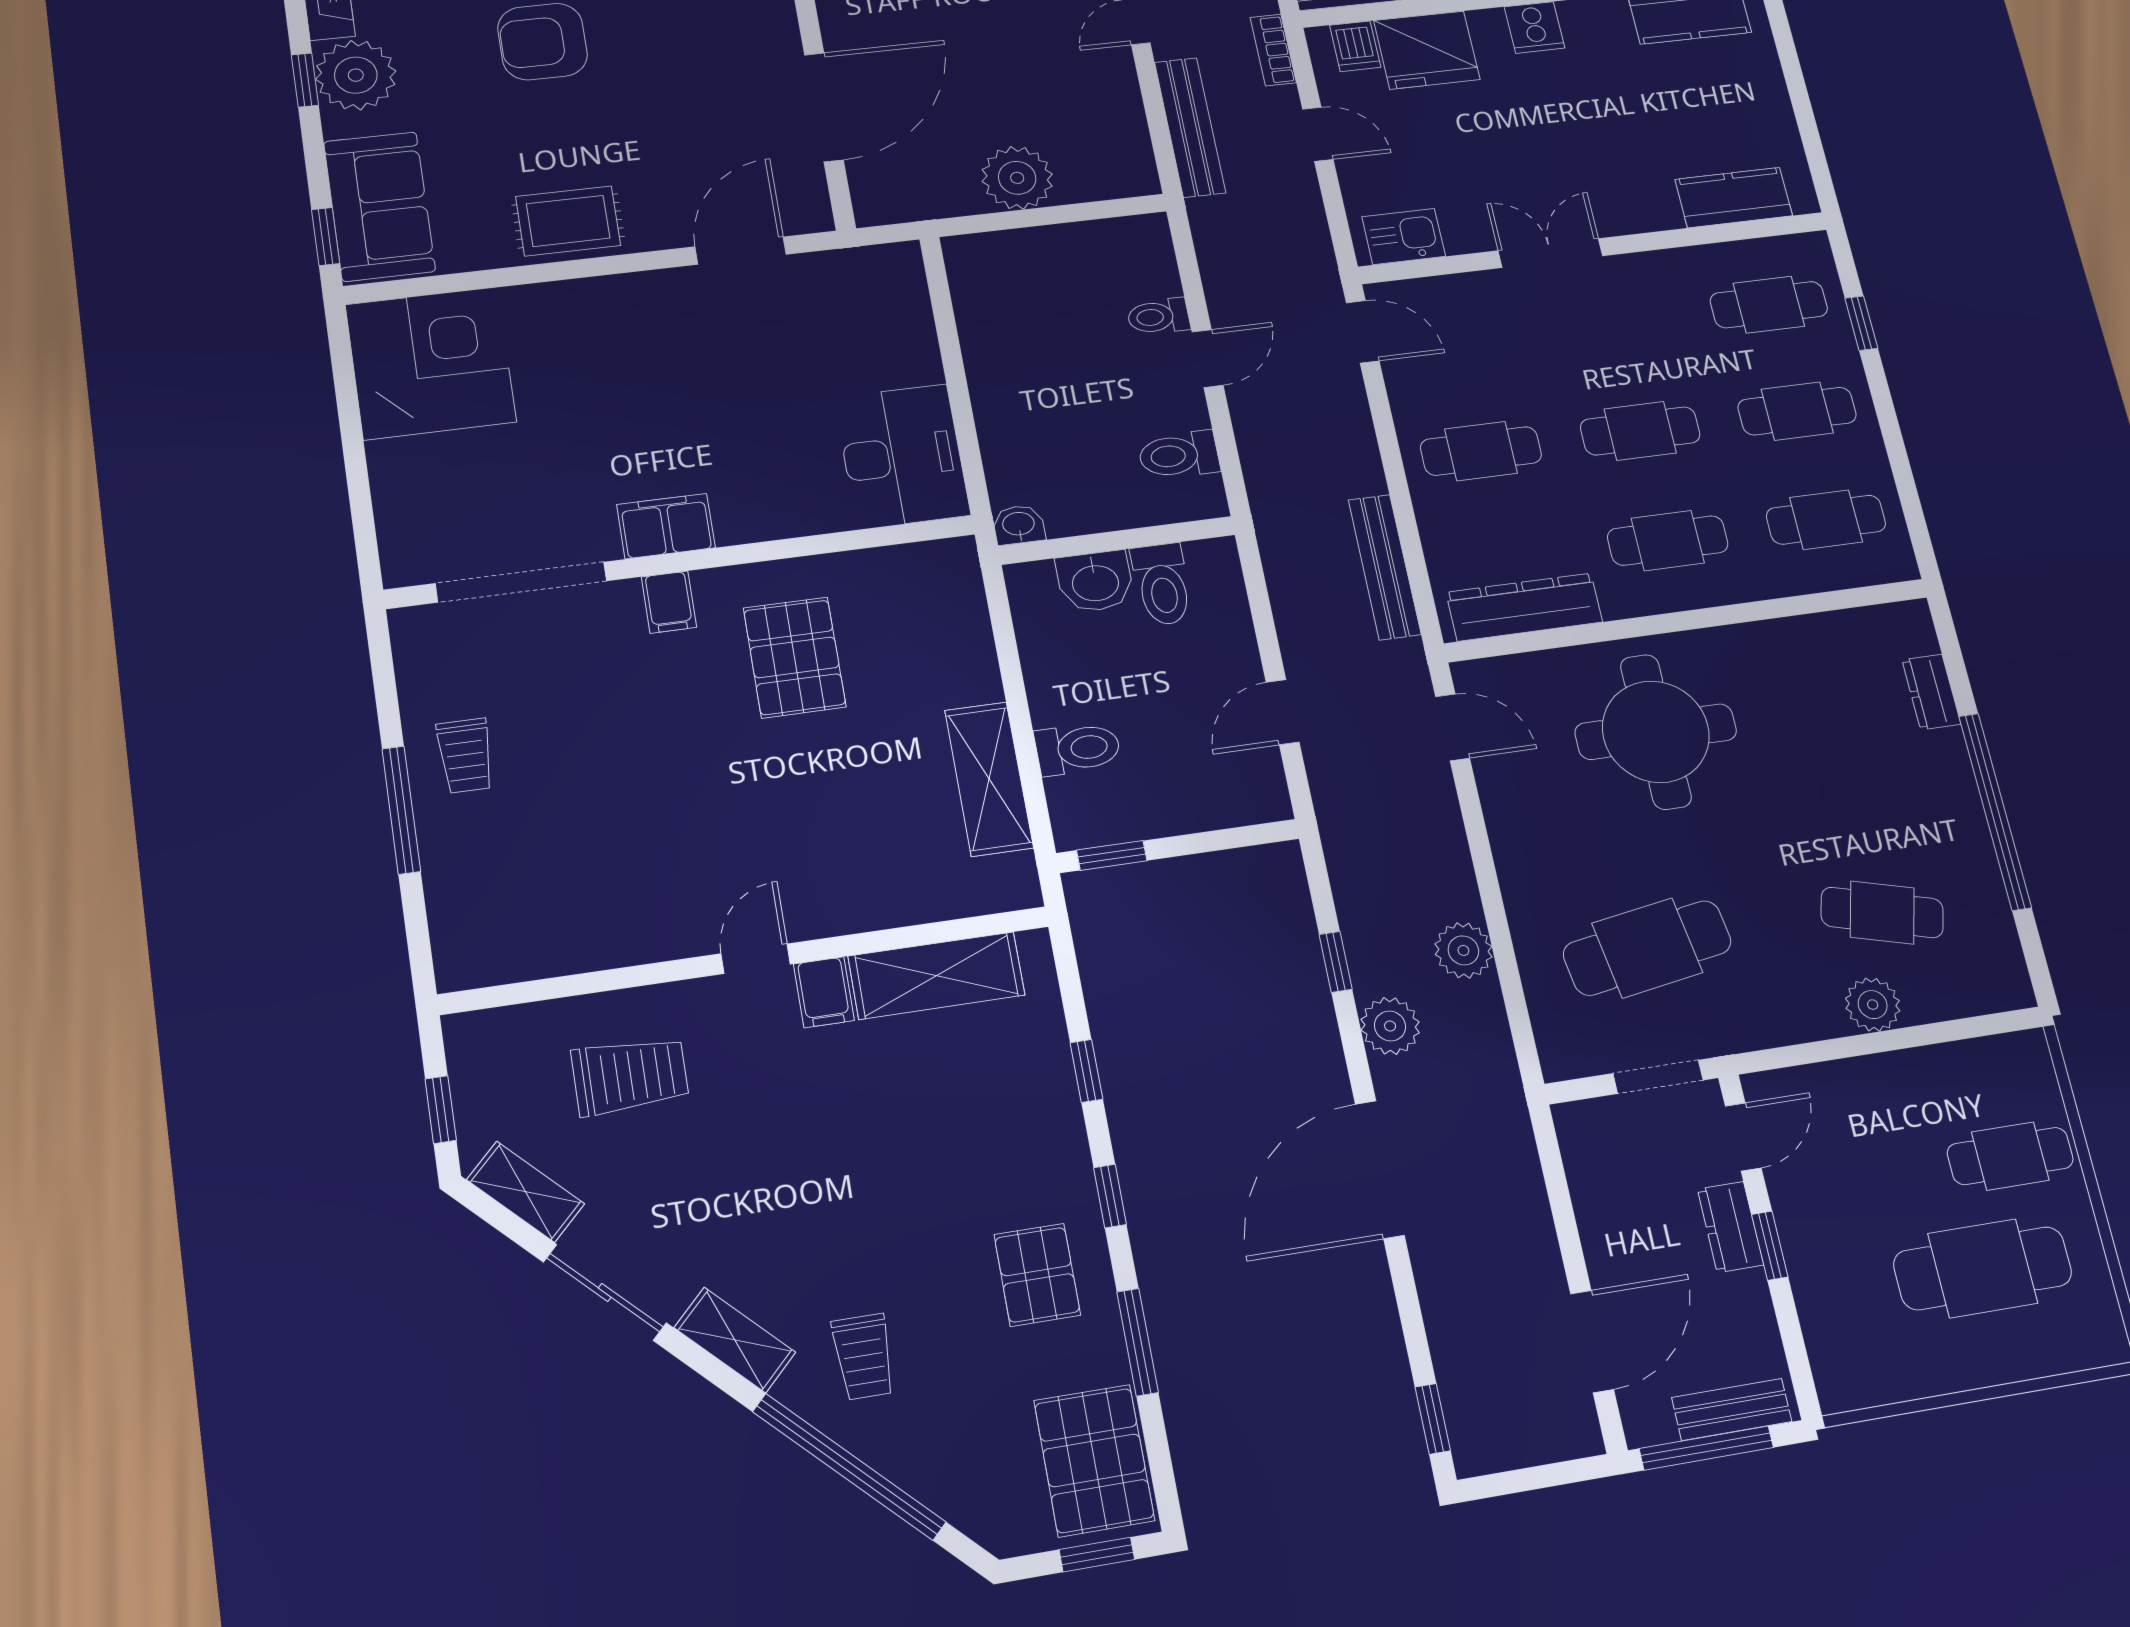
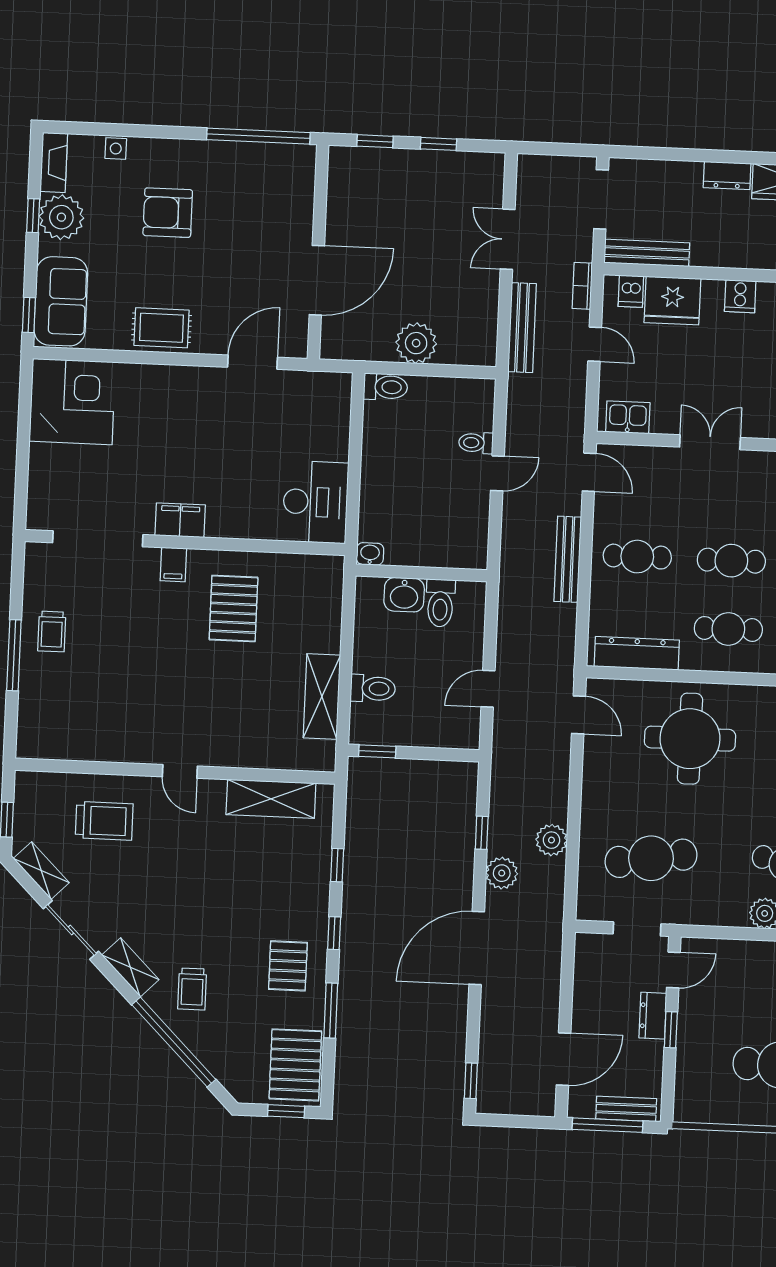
toilet: (1179, 455) -> (386, 387), moved, turned 180
bench: (1385, 567) -> (568, 559), moved
door: (756, 959) -> (180, 771), swing flipped
filing cabinet: (824, 992) -> (211, 796), removed

